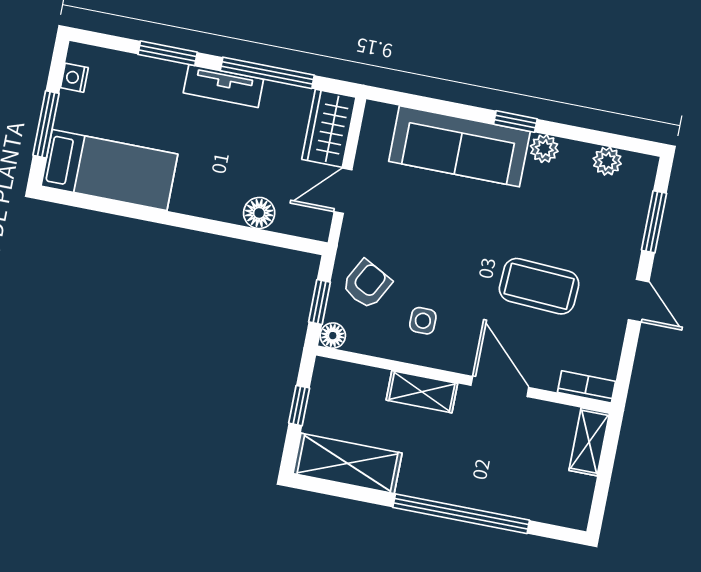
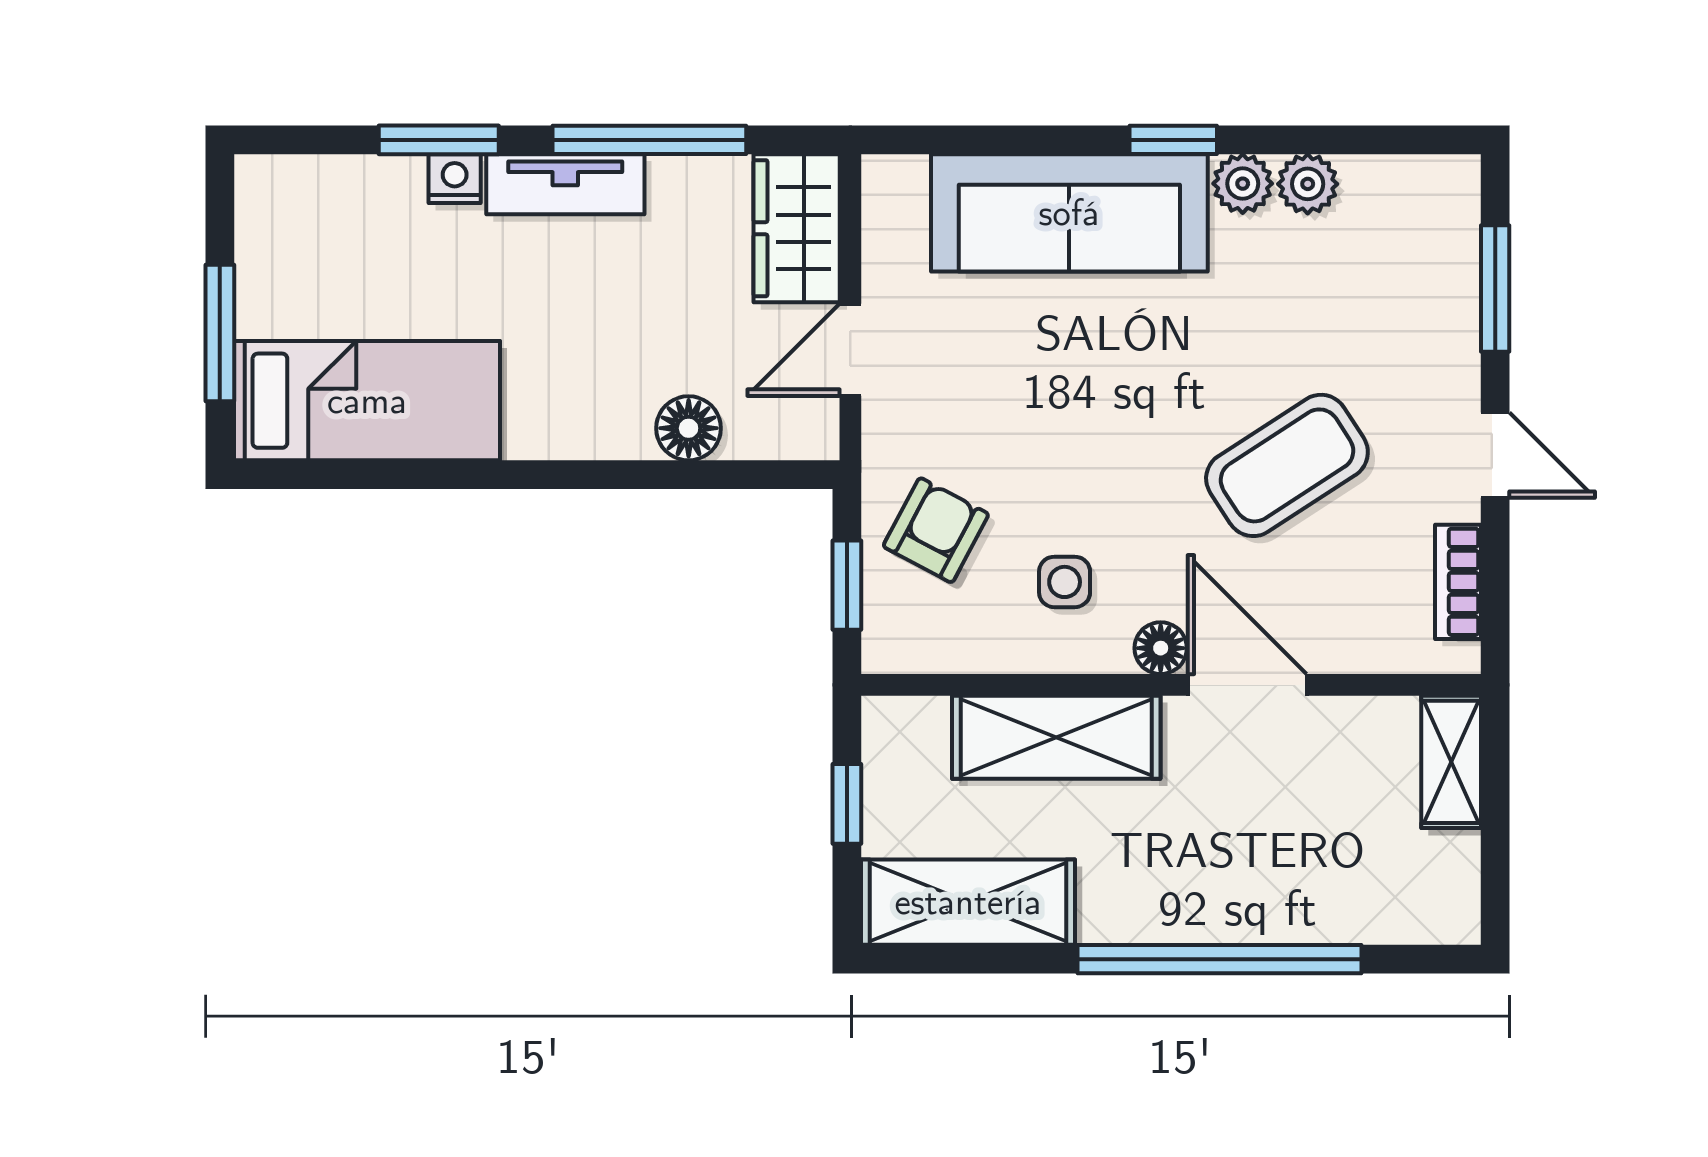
nightstand: (74, 78) -> (455, 179), moved, turned 90
plant: (607, 161) -> (1308, 184), moved
coffee table: (539, 286) -> (1287, 465), turned -36
floor lamp: (333, 336) -> (1161, 648), moved
bookcase: (586, 387) -> (1458, 582), moved, turned -90
shelving: (422, 392) -> (1056, 737), width x1.50, depth x1.33

